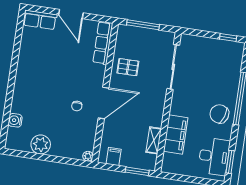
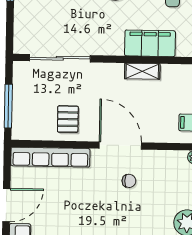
row of seats: (103, 43) -> (50, 157), width x1.36
shelving: (154, 140) -> (142, 71), moved

